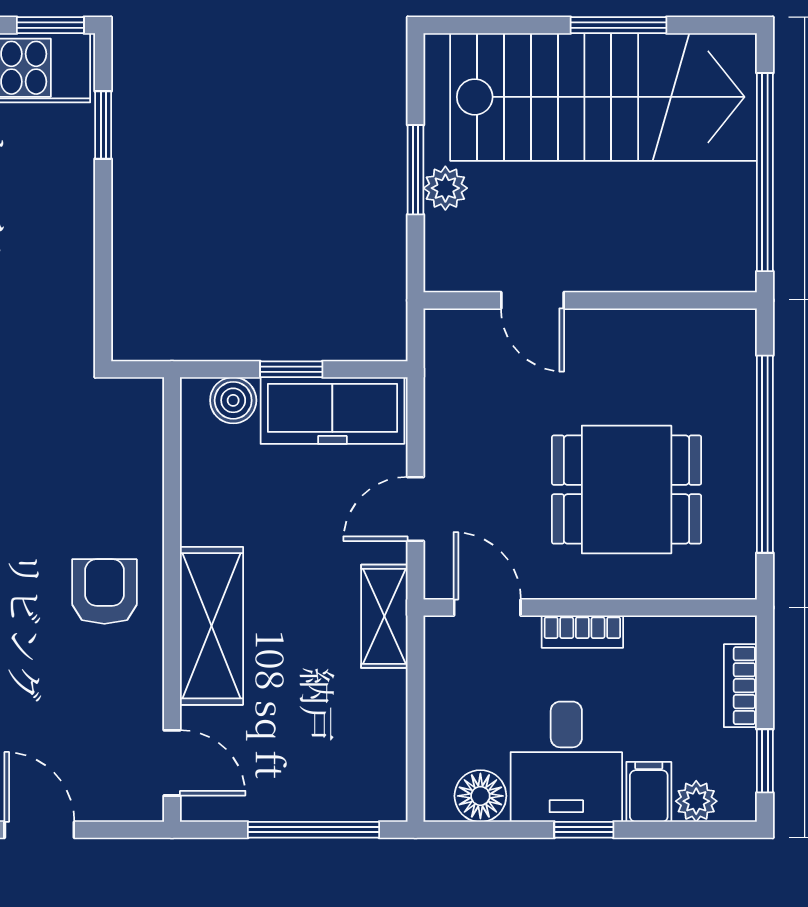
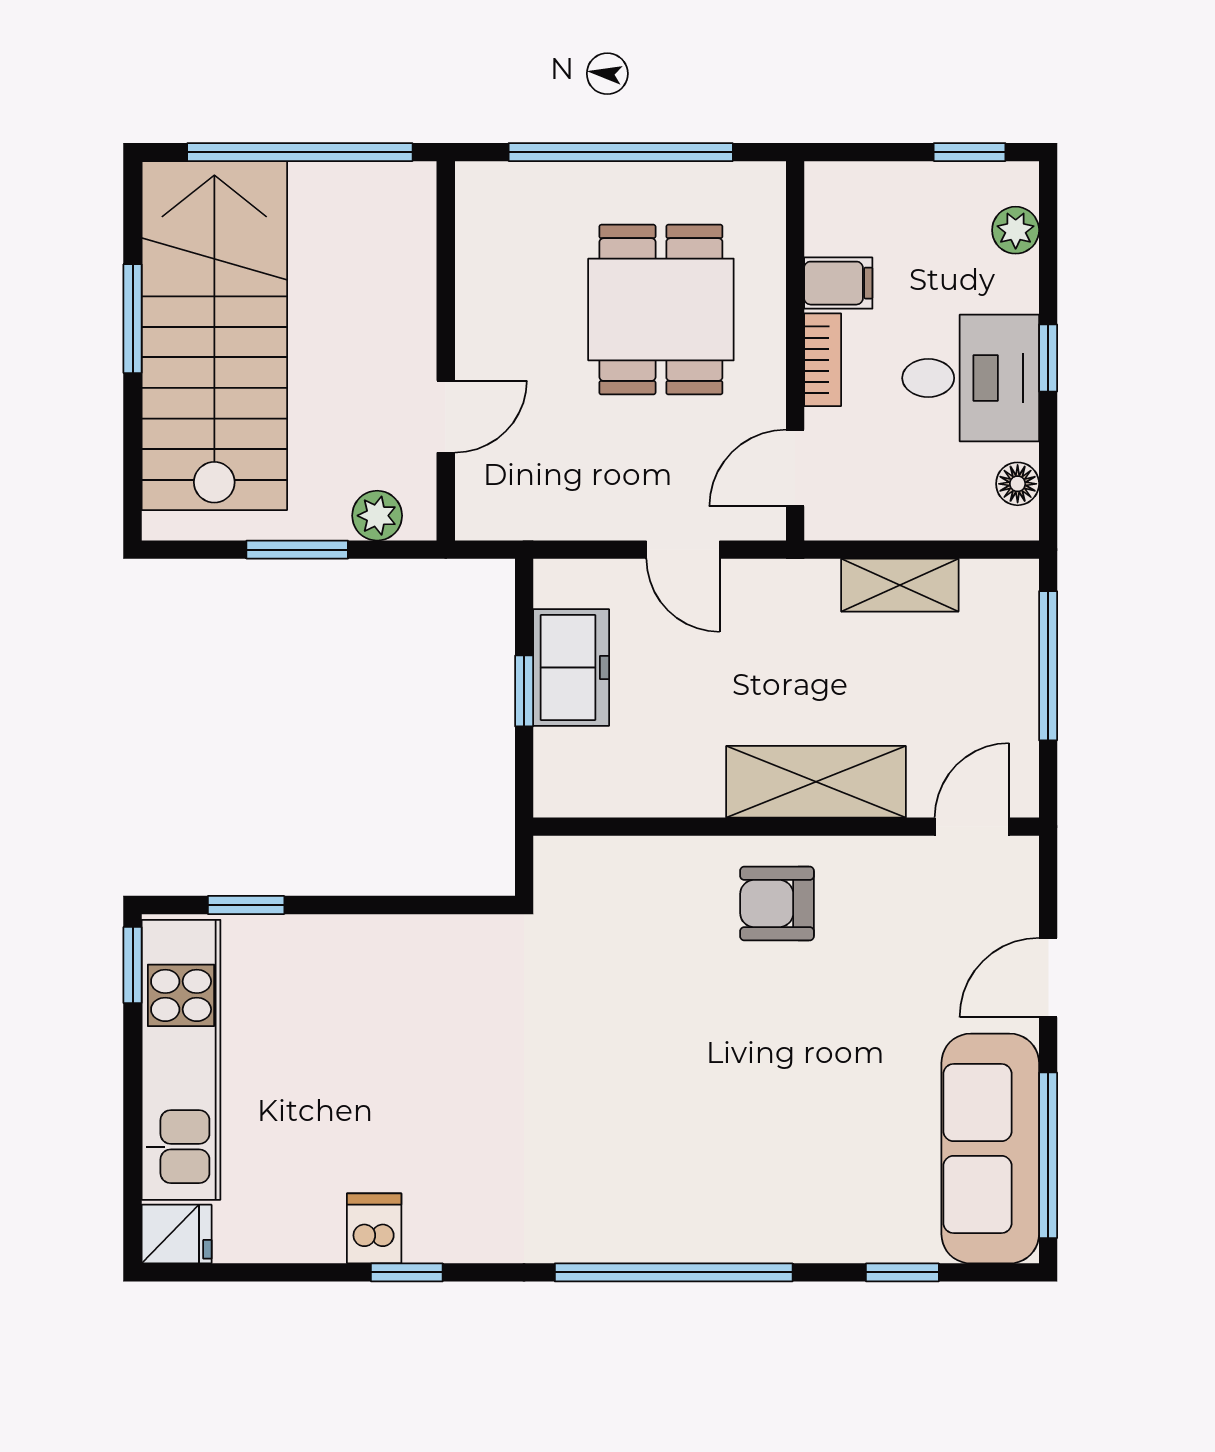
plant: (445, 188) -> (377, 516), moved
boiler: (233, 400) -> (559, 757), removed
freezer: (332, 411) -> (571, 667), width x0.71
shelving: (384, 616) -> (900, 585), moved
bookcase: (740, 686) -> (884, 180), removed
filing cabinet: (649, 792) -> (838, 283), moved, turned 180
floor lamp: (480, 796) -> (1018, 484), width x0.73, depth x0.73

